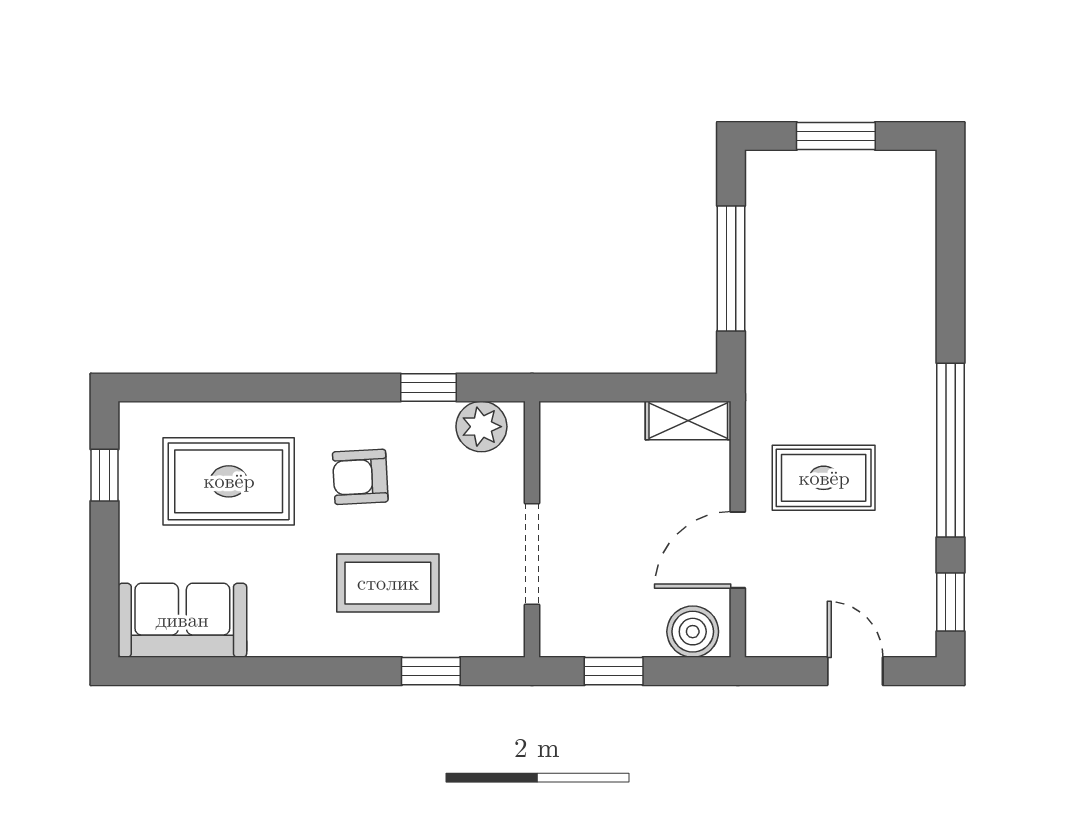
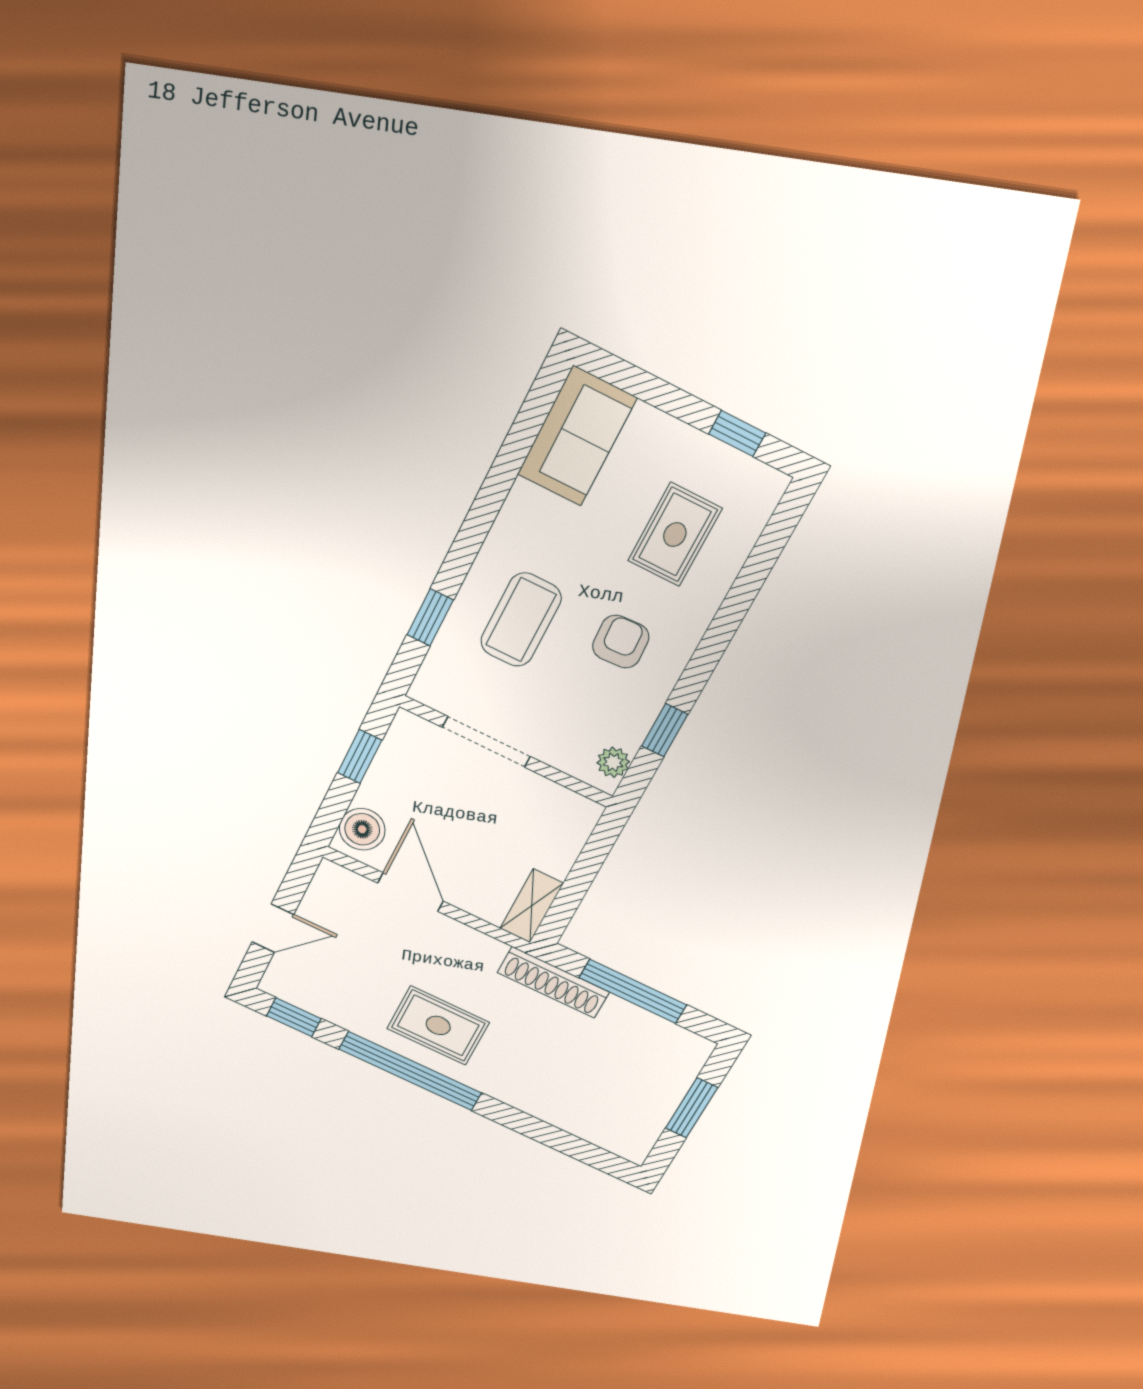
shoe rack: (764, 355) -> (553, 982), added
plant: (481, 427) -> (613, 762), width x0.73, depth x0.73
rug: (824, 478) -> (438, 1025), moved, turned 90
rug: (229, 481) -> (675, 535), width x0.73, depth x0.70

